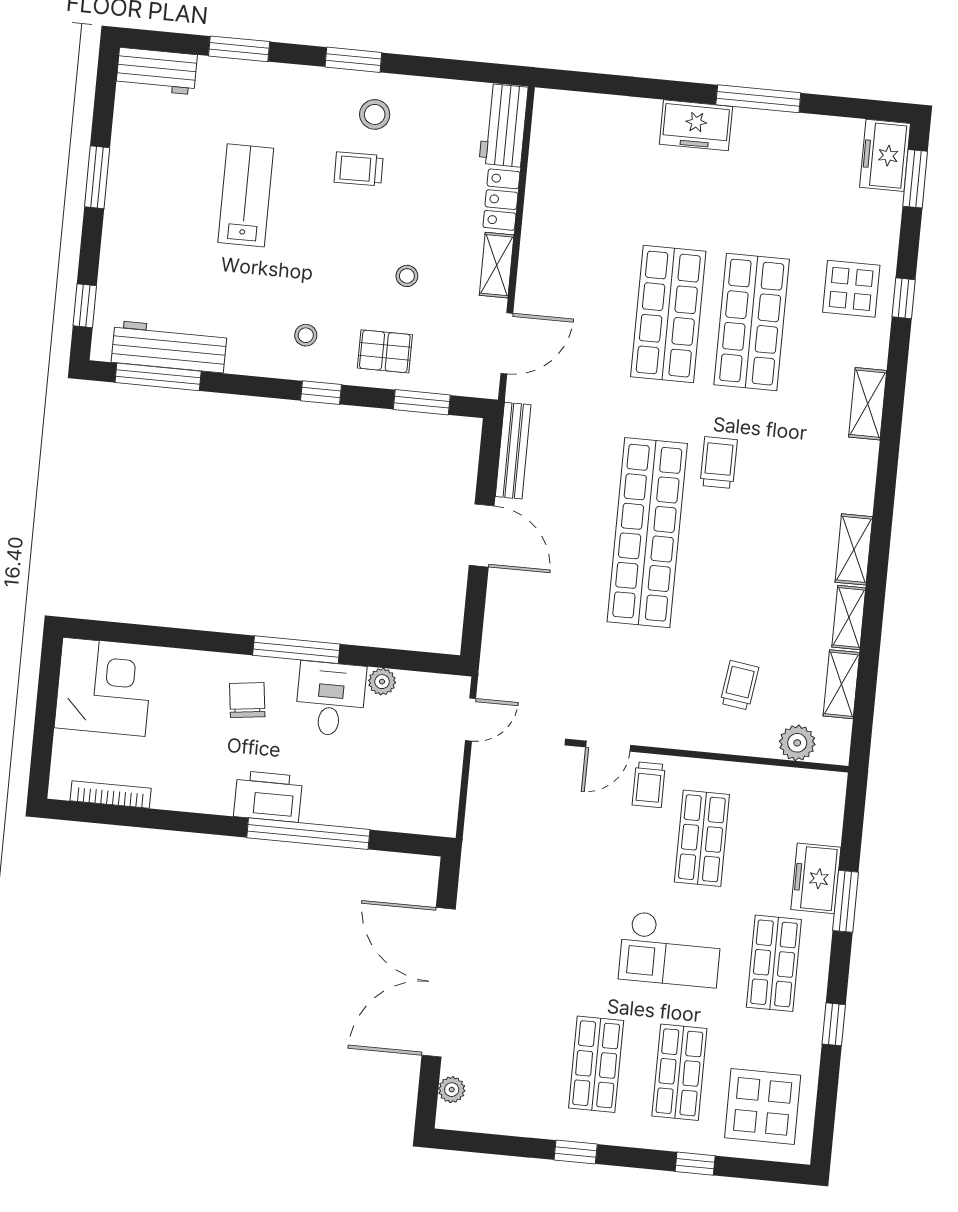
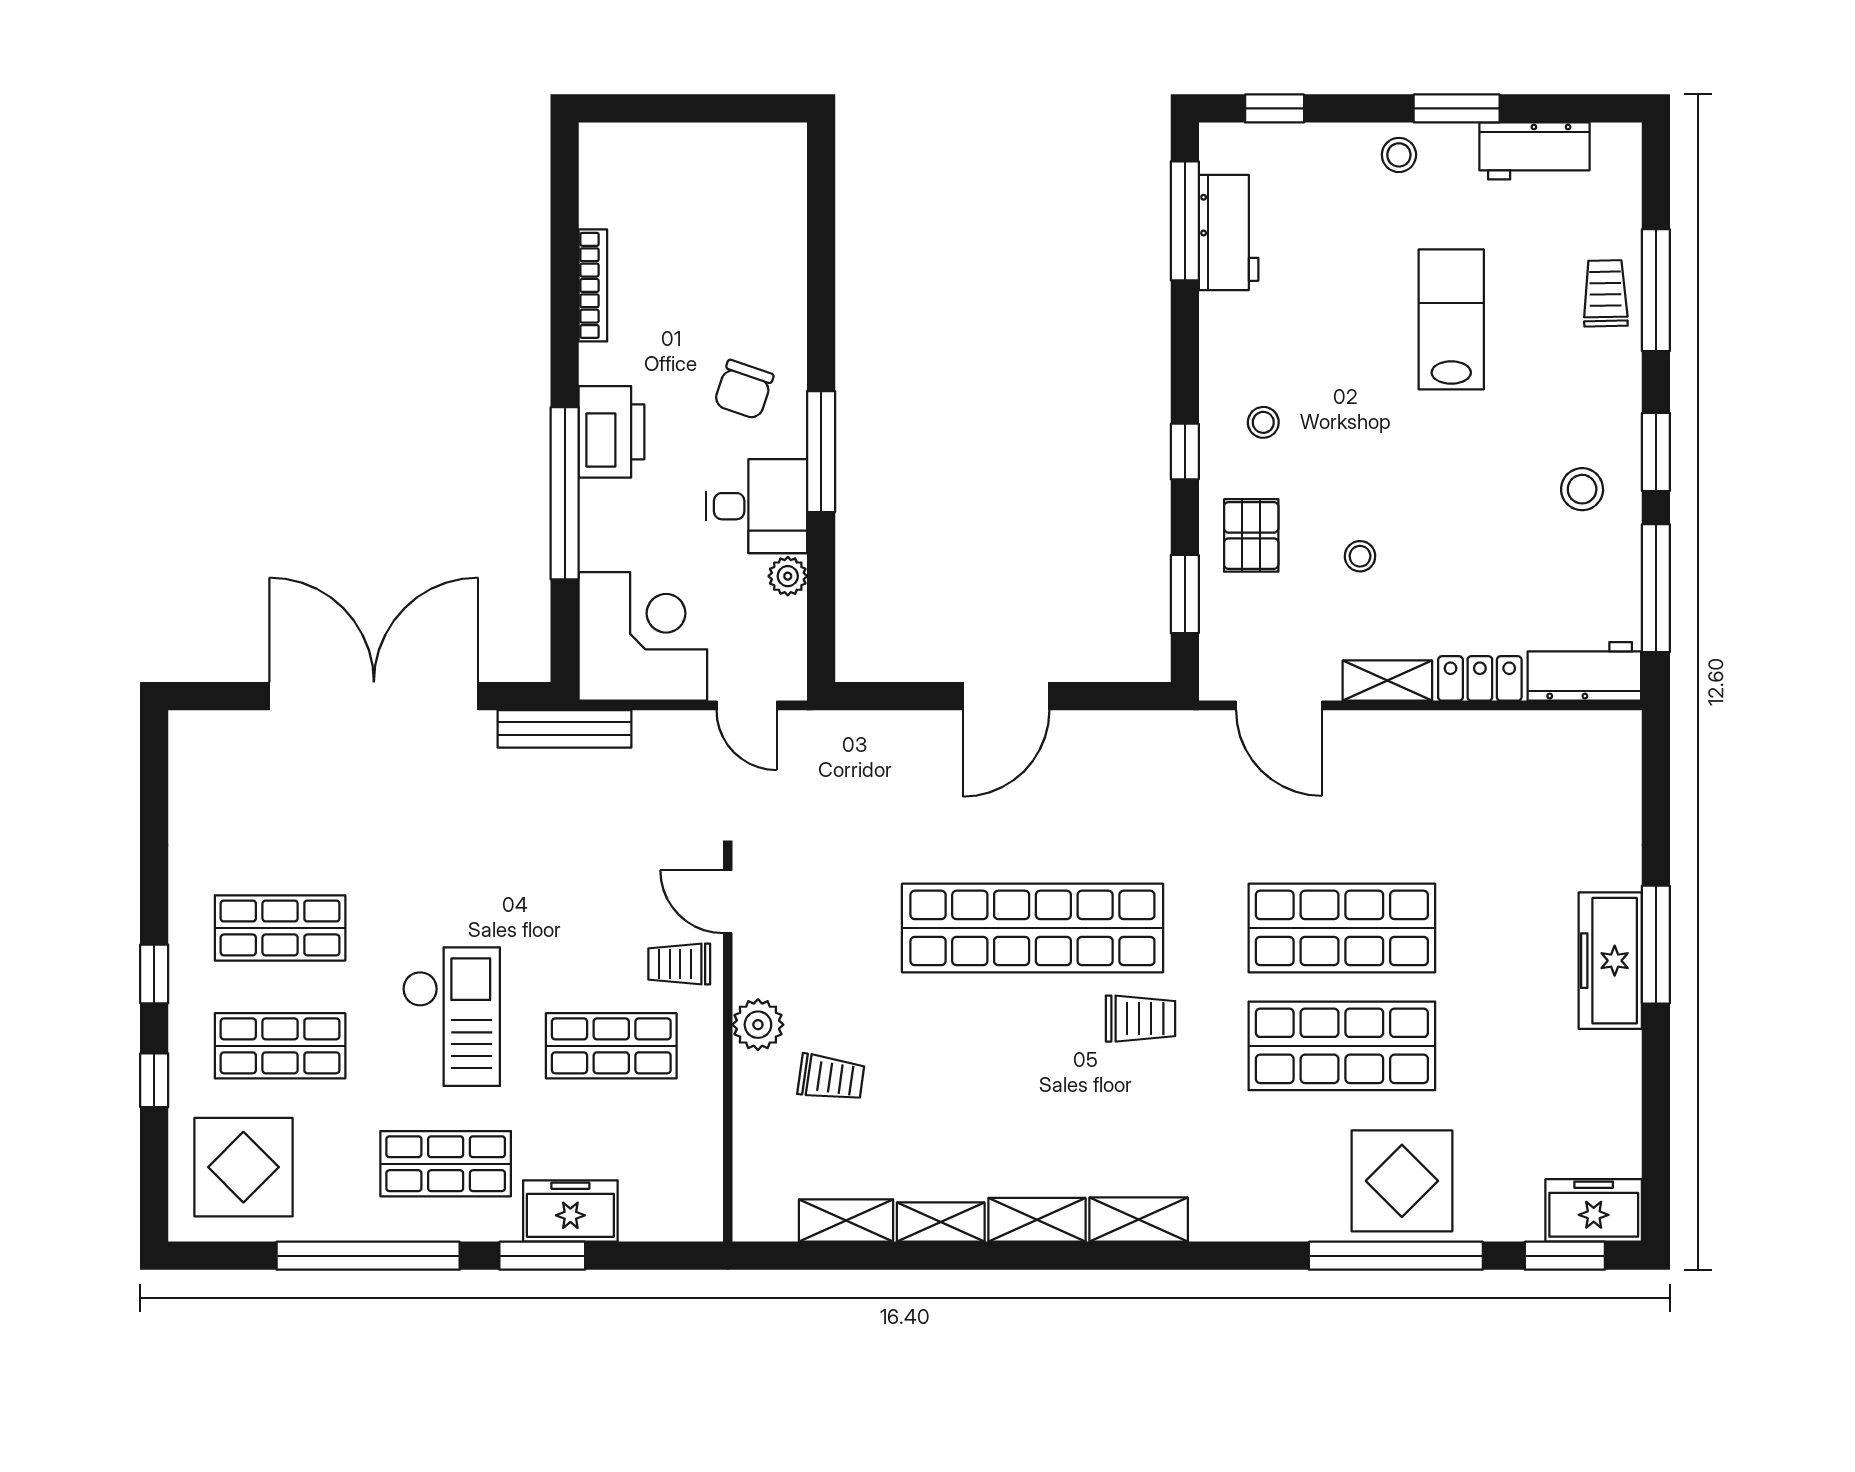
window: (239, 49) -> (1656, 290), width x1.44
window: (450, 69) -> (1656, 588), added
workbench: (157, 71) -> (1534, 151), moved, turned -90
window: (758, 99) -> (1656, 945), moved
freezer: (696, 125) -> (1610, 961), width x1.40
trolley: (359, 169) -> (1605, 293), moved
lab bench: (246, 195) -> (1451, 319), turned -90
stool: (126, 221) -> (1399, 155), added
display table: (851, 289) -> (1402, 1181), width x1.36, depth x1.36
window: (904, 298) -> (1396, 1256), width x3.17
workbench: (169, 347) -> (1229, 232), width x0.73
shelving: (868, 404) -> (1139, 1220), moved
bench: (513, 451) -> (565, 729), moved
corner desk: (104, 687) -> (643, 636), moved, turned -90
chair: (247, 700) -> (744, 390), turned 116
plant: (797, 743) -> (758, 1025), moved
bookcase: (111, 794) -> (593, 285), moved
checkout: (670, 949) -> (451, 1017), turned 180
window: (834, 1024) -> (368, 1256), width x3.17
plant: (452, 1090) -> (225, 729), removed
window: (576, 1152) -> (154, 974), moved

